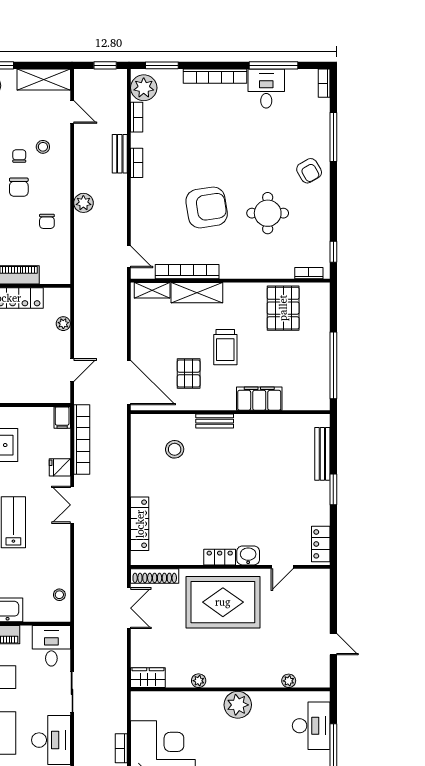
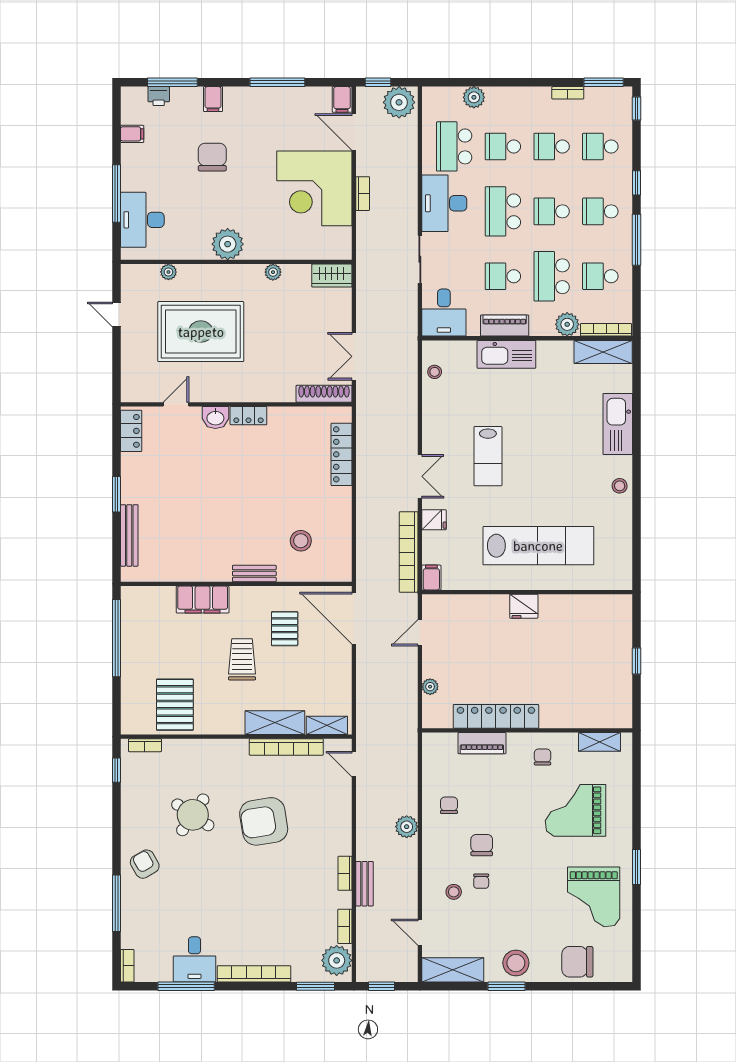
round table: (268, 213) -> (193, 815), turned 34
rug: (223, 602) -> (201, 332), moved

